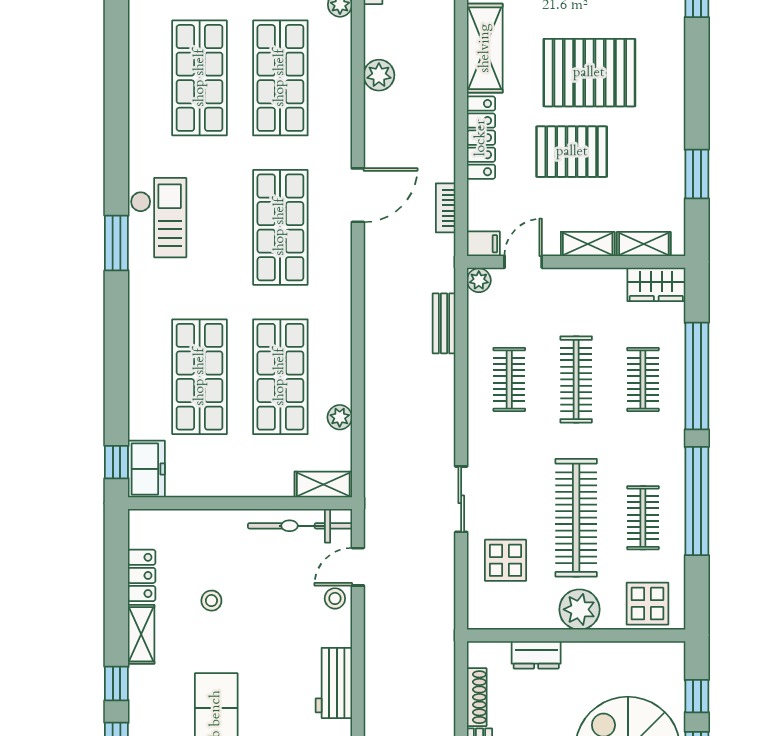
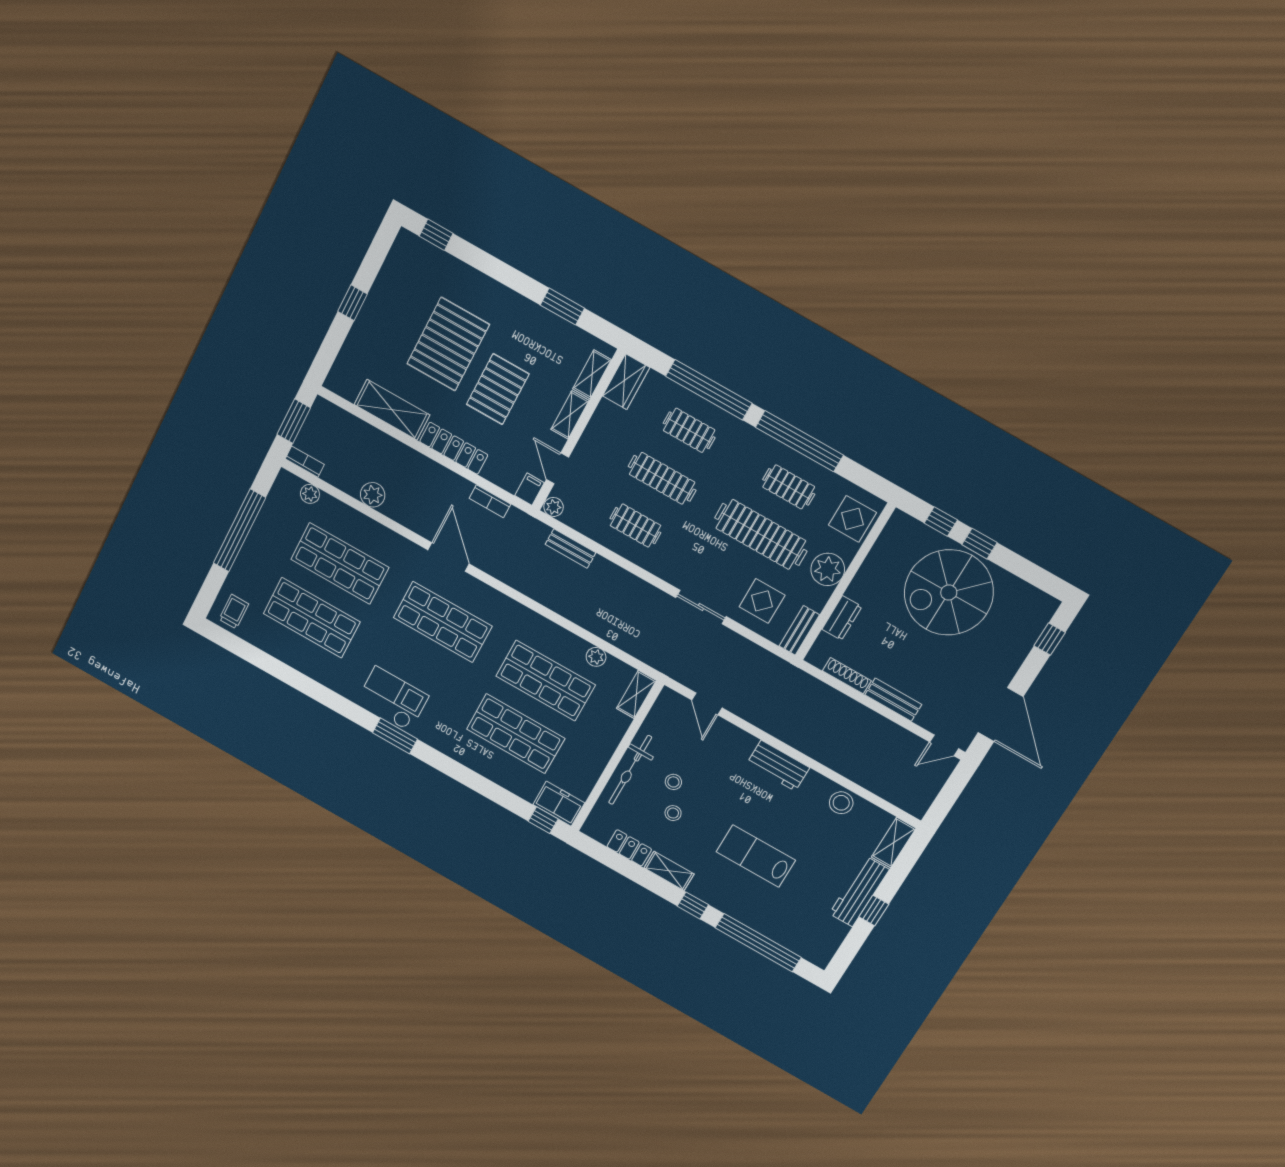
bicycle: (300, 526) -> (630, 770), moved
stool: (335, 598) -> (673, 782), moved
bench: (497, 618) -> (799, 630), added

